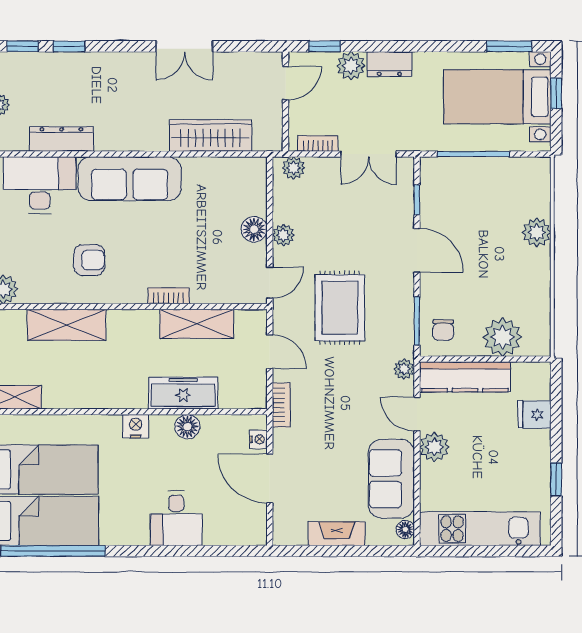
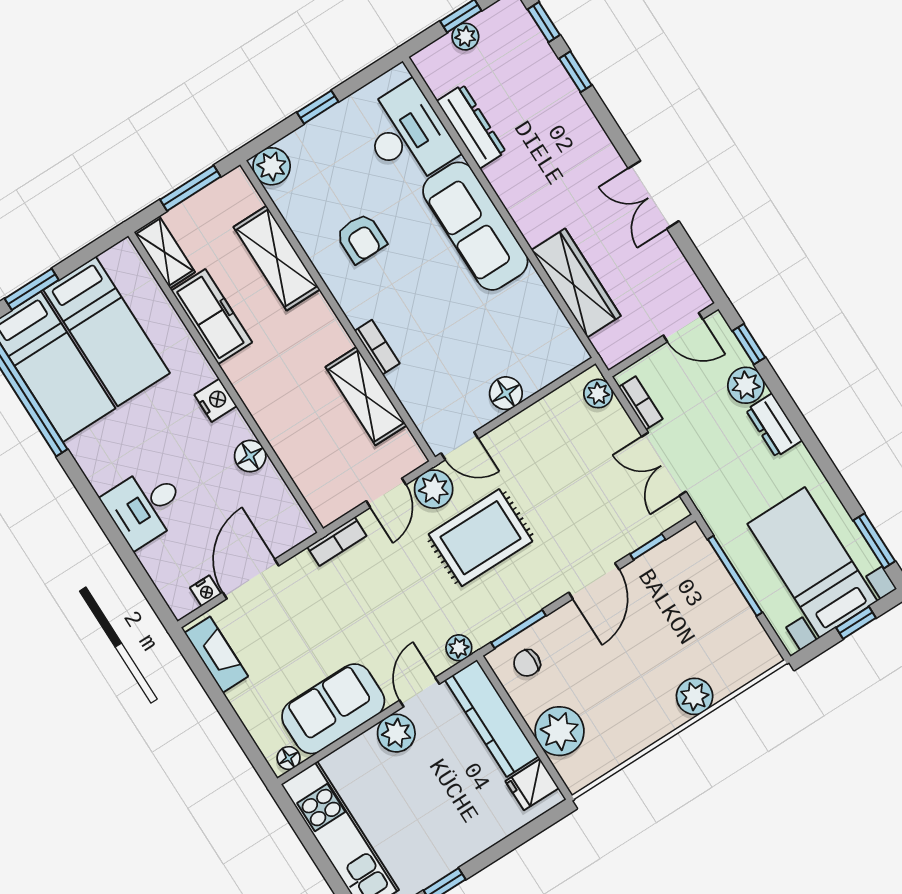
plant: (283, 235) -> (434, 489), moved, width x1.38, depth x1.38
freezer: (183, 393) -> (212, 316), moved
fridge: (534, 415) -> (532, 785), moved, turned -90
nightstand: (258, 439) -> (206, 591), moved
fireplace: (337, 534) -> (216, 655), moved

